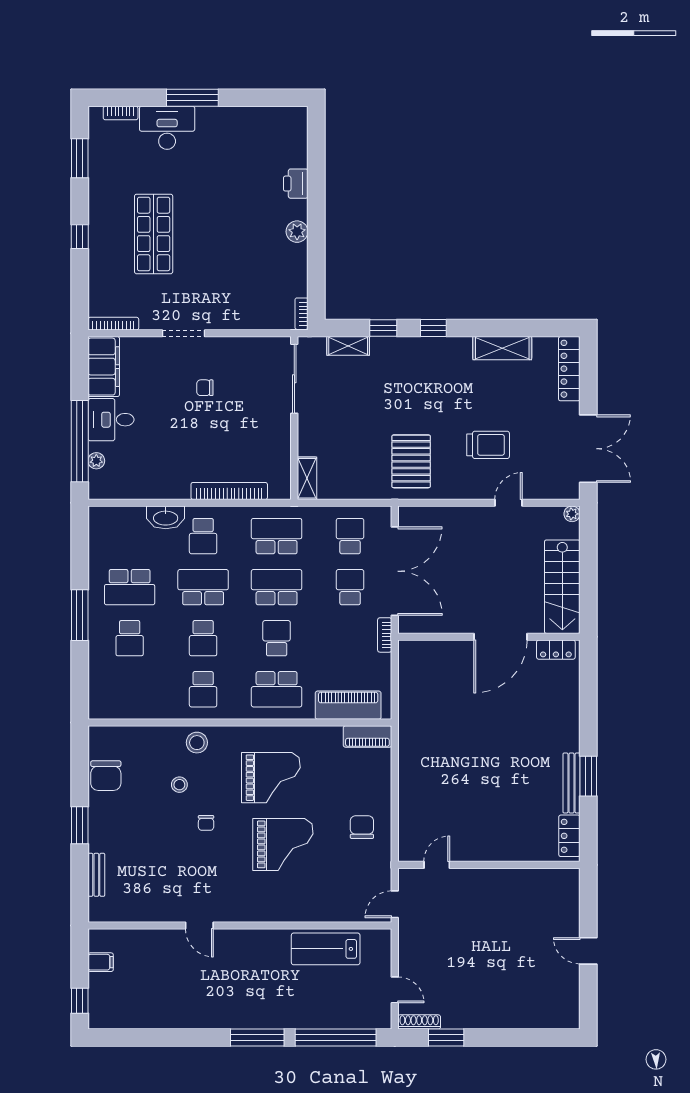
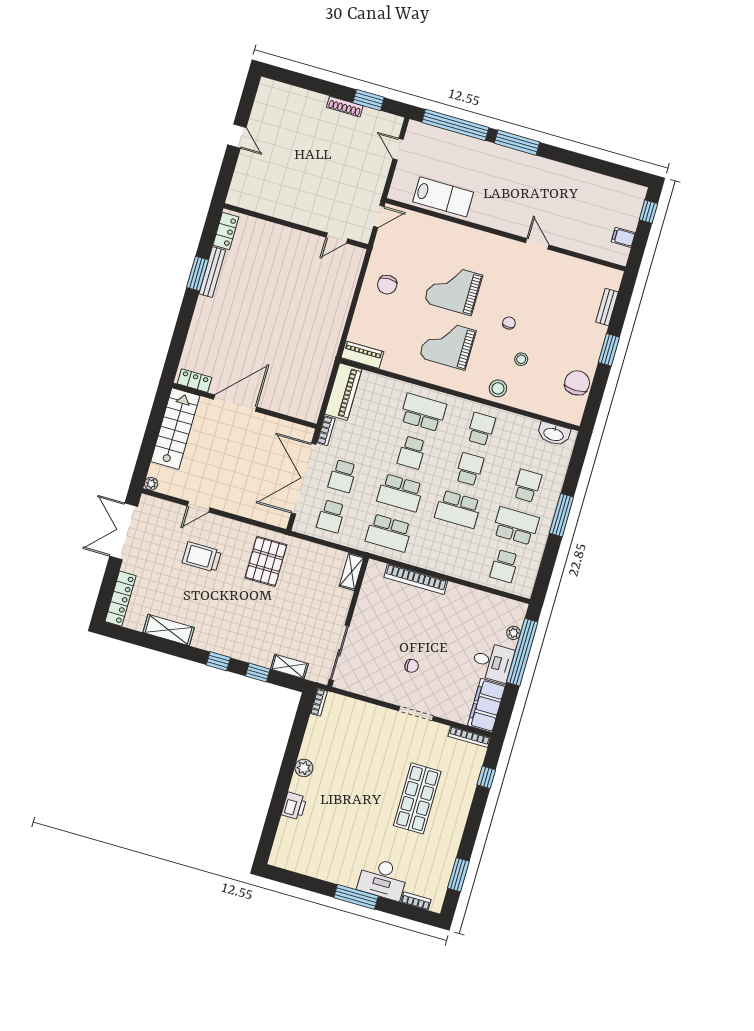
window: (80, 237) -> (486, 777), moved
washbasin: (166, 517) -> (554, 434), moved, turned 180
school desk: (203, 536) -> (504, 566), moved, turned 180
piano: (348, 705) -> (343, 392), moved, turned -90
shoe rack: (419, 1022) -> (345, 107), moved

